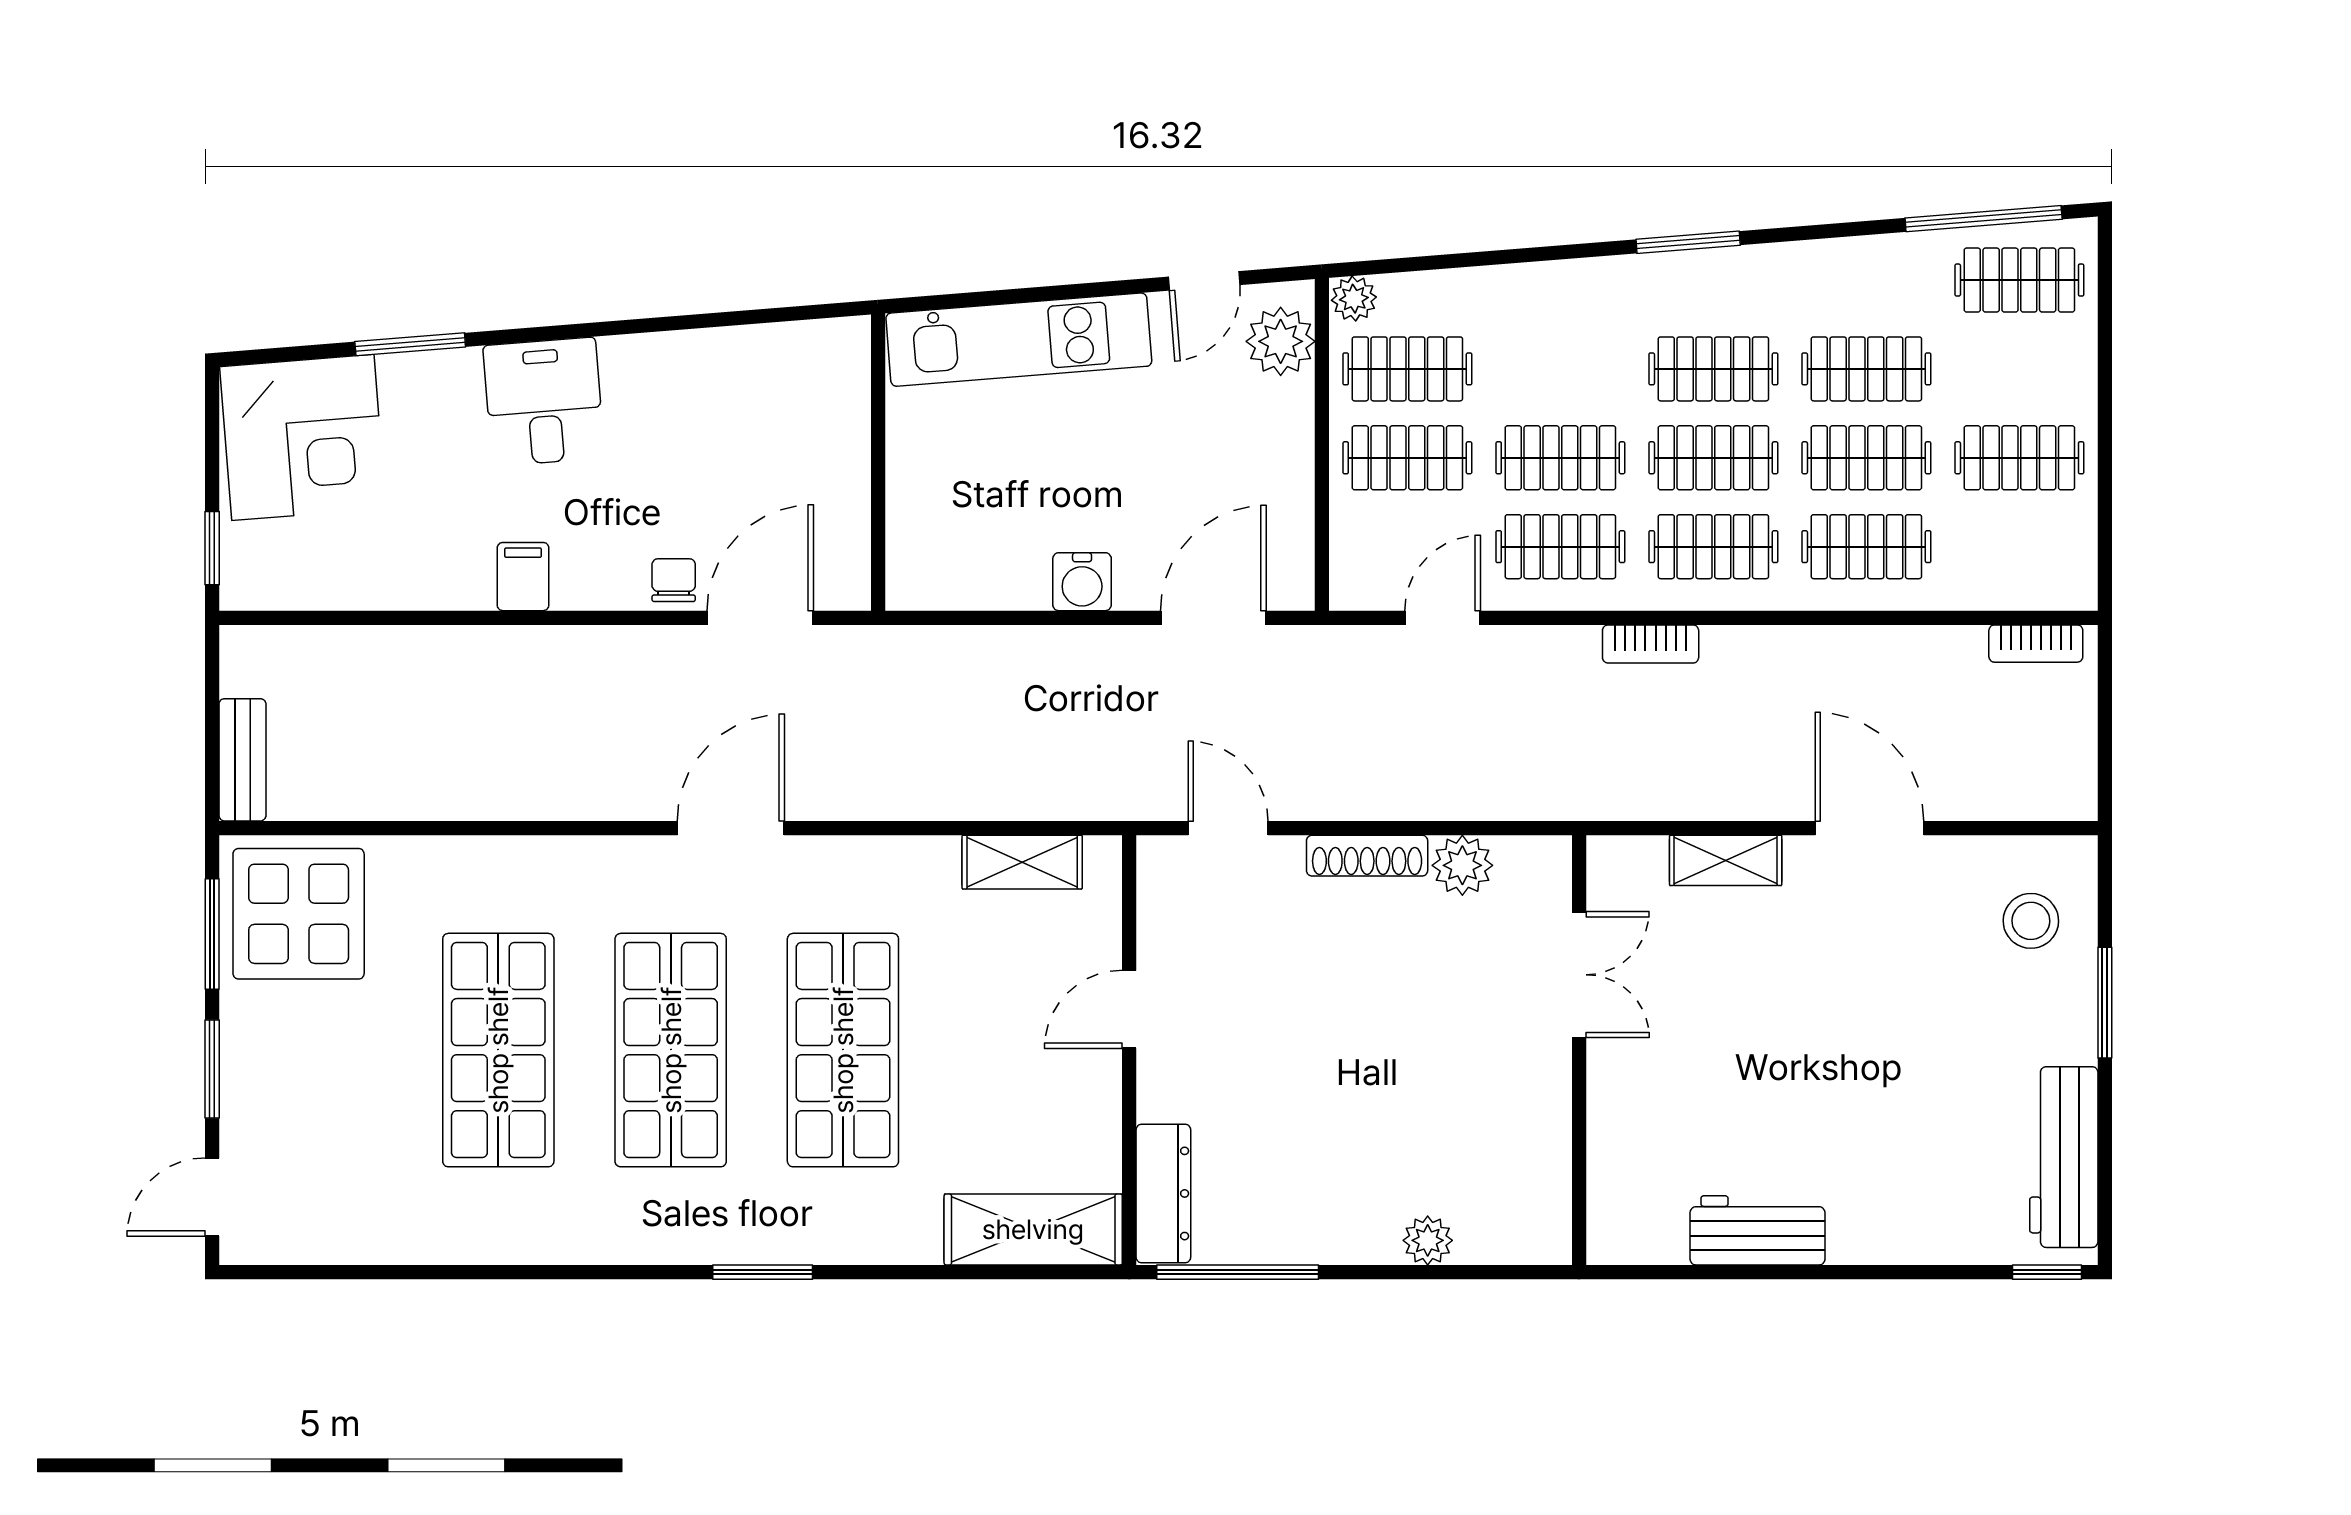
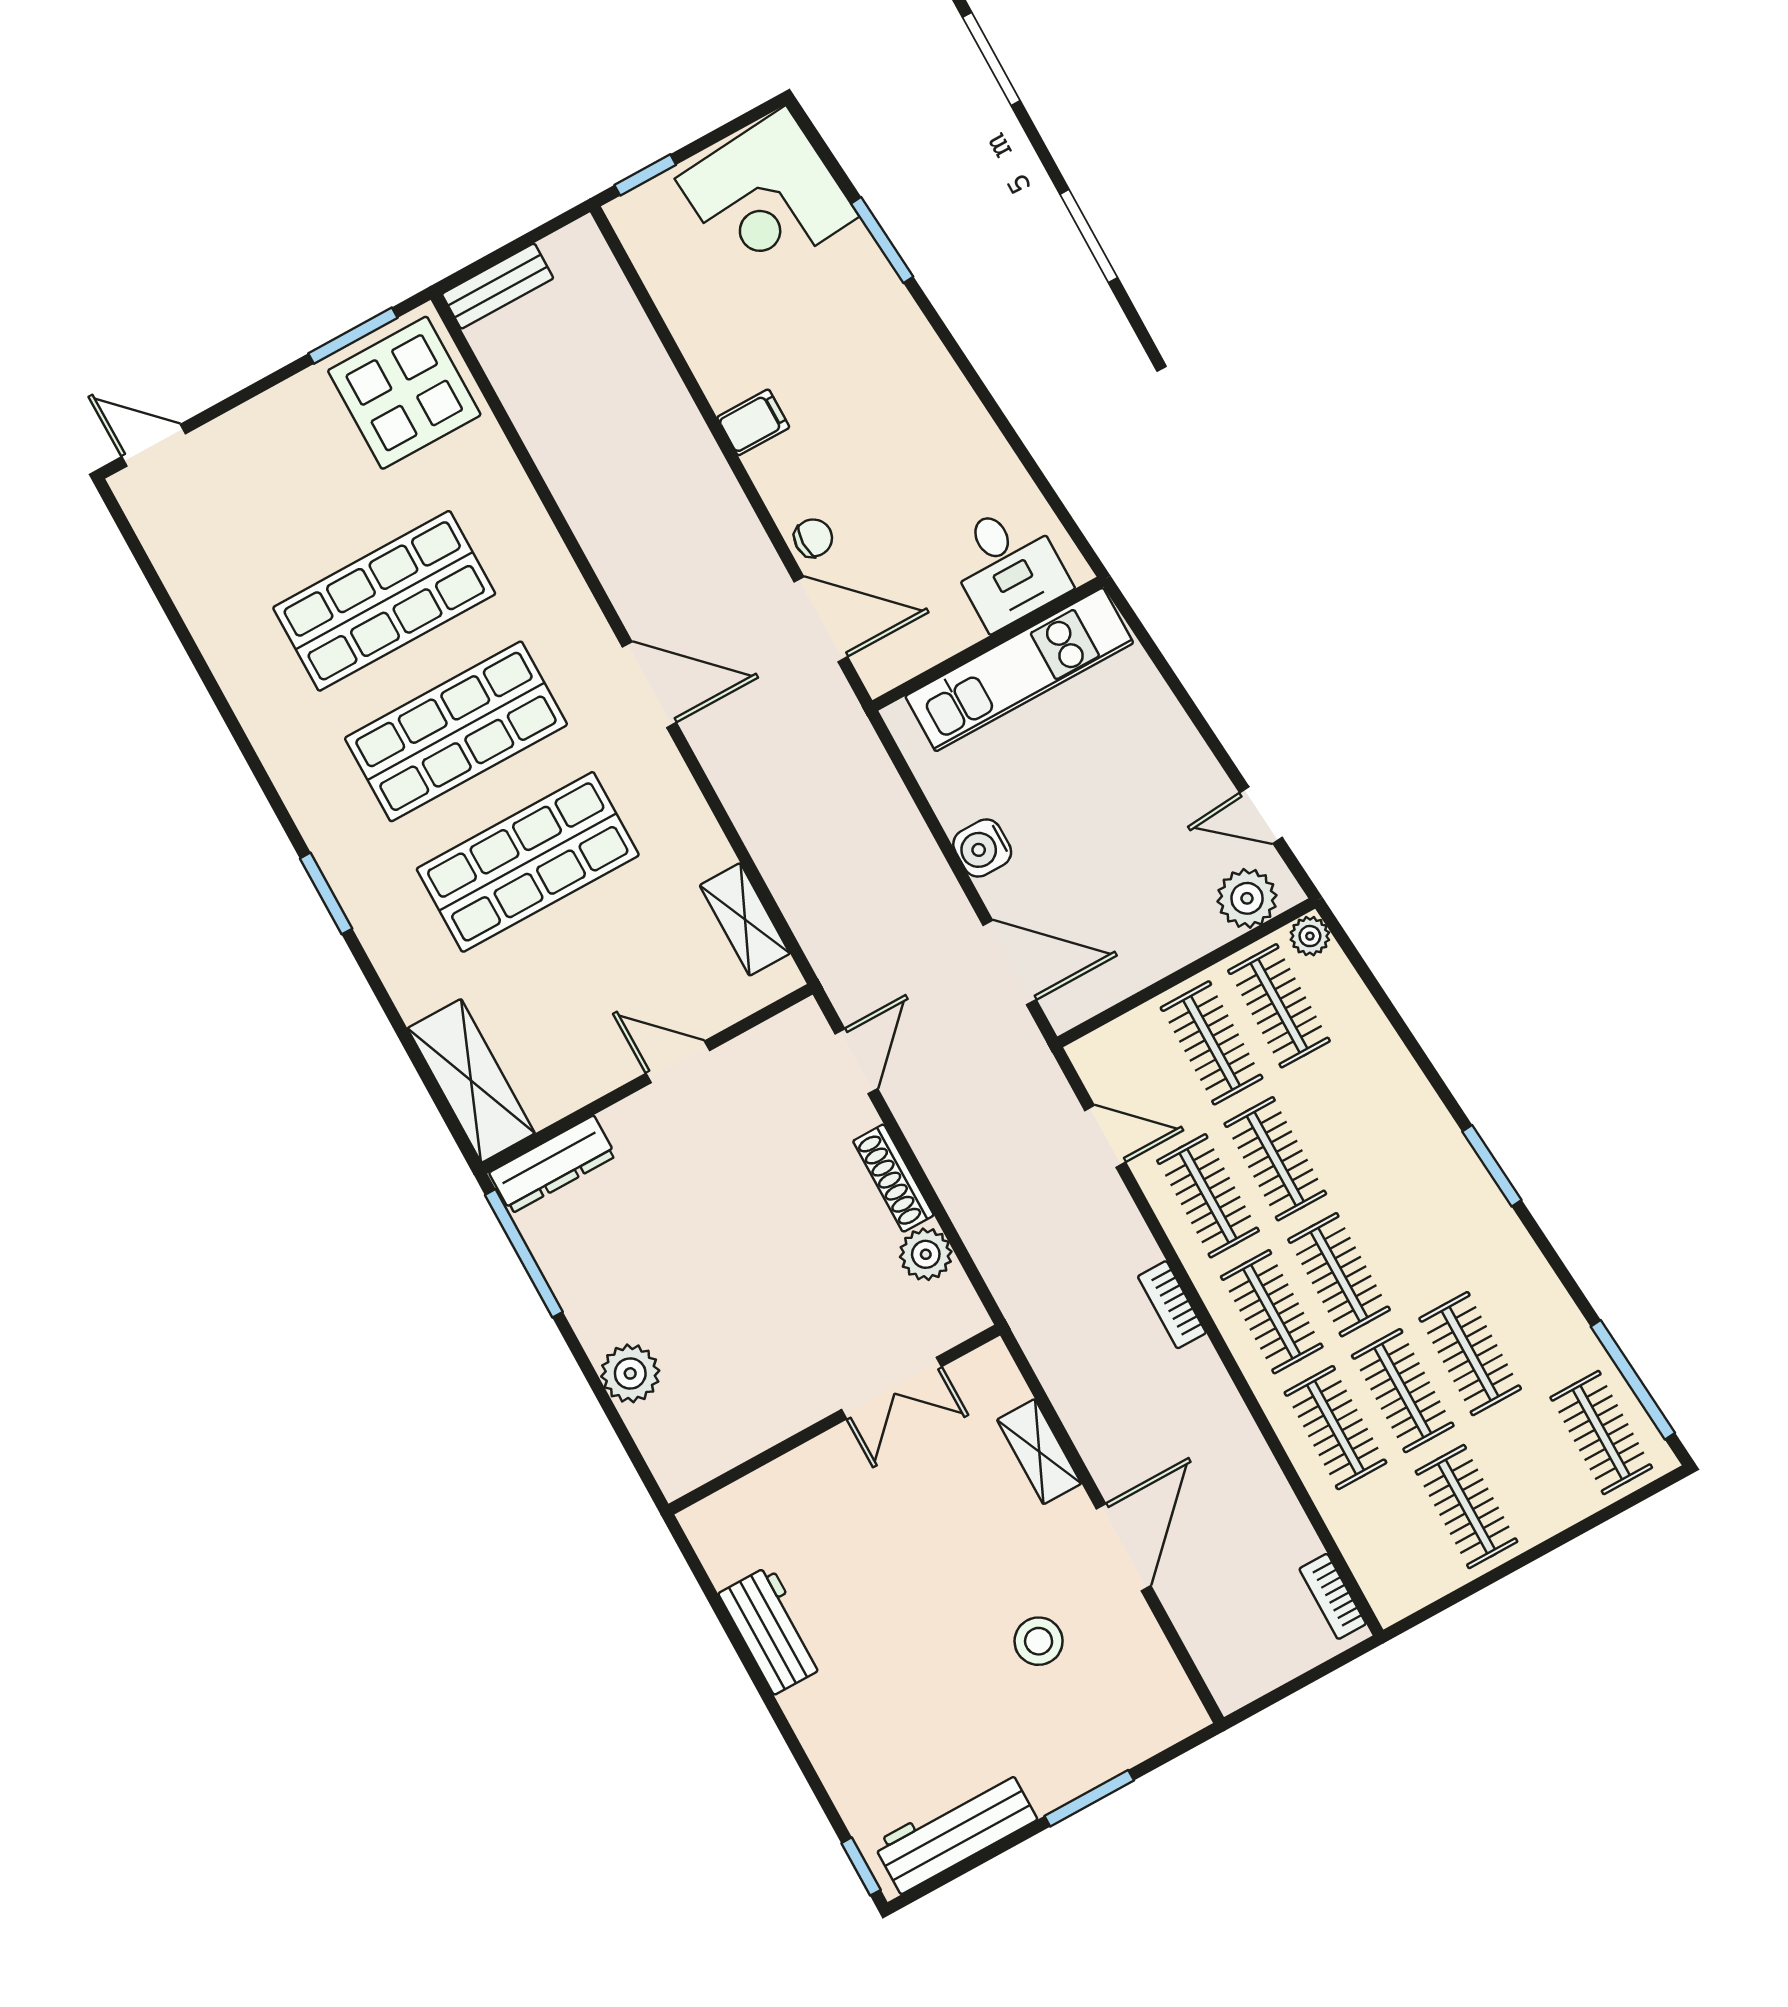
kitchen unit: (1019, 340) -> (1019, 670), moved, turned -85
clothes rail: (1713, 369) -> (1406, 1238), removed
desk: (544, 402) -> (1007, 566), moved, turned 95
stool: (2031, 921) -> (1039, 1641), moved
window: (212, 1069) -> (251, 392), removed
plant: (1428, 1240) -> (630, 1373), width x1.38, depth x1.38

